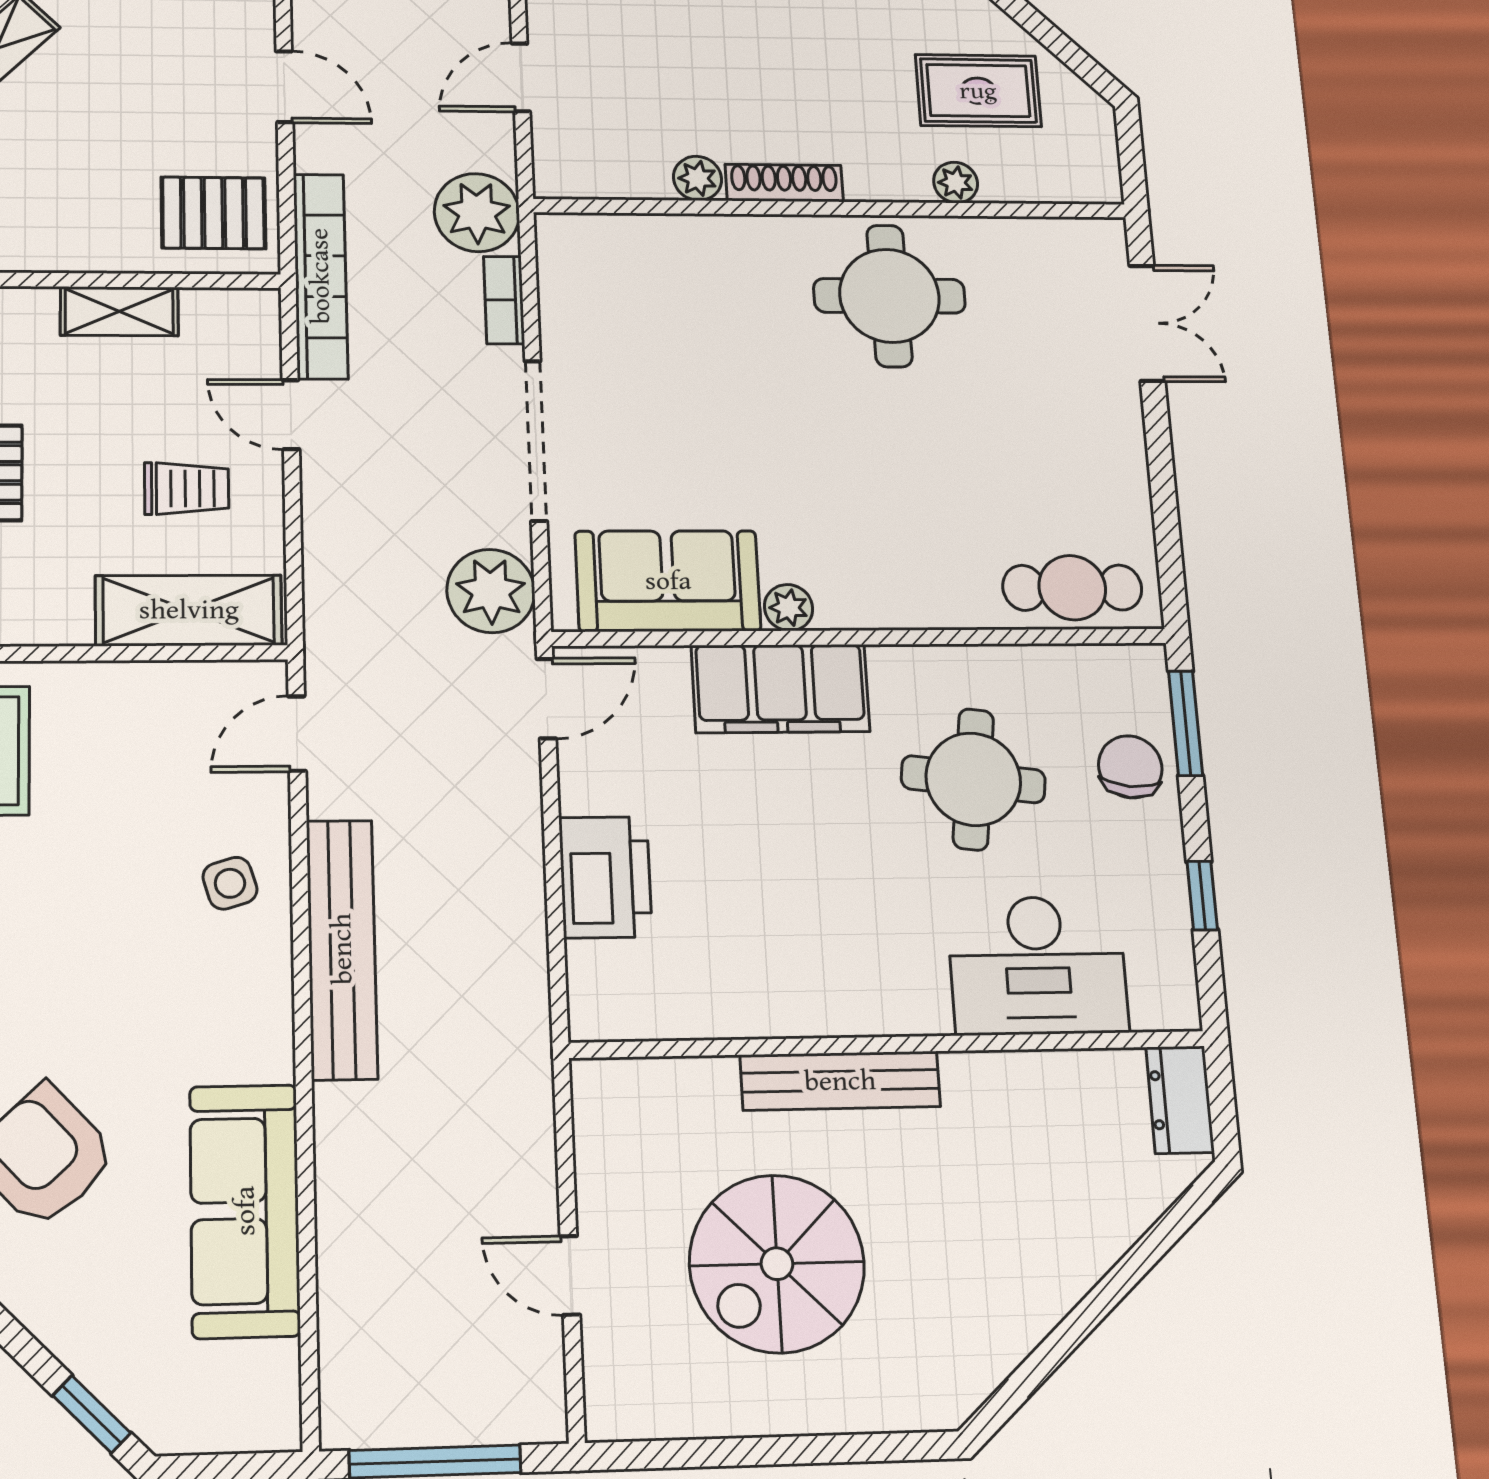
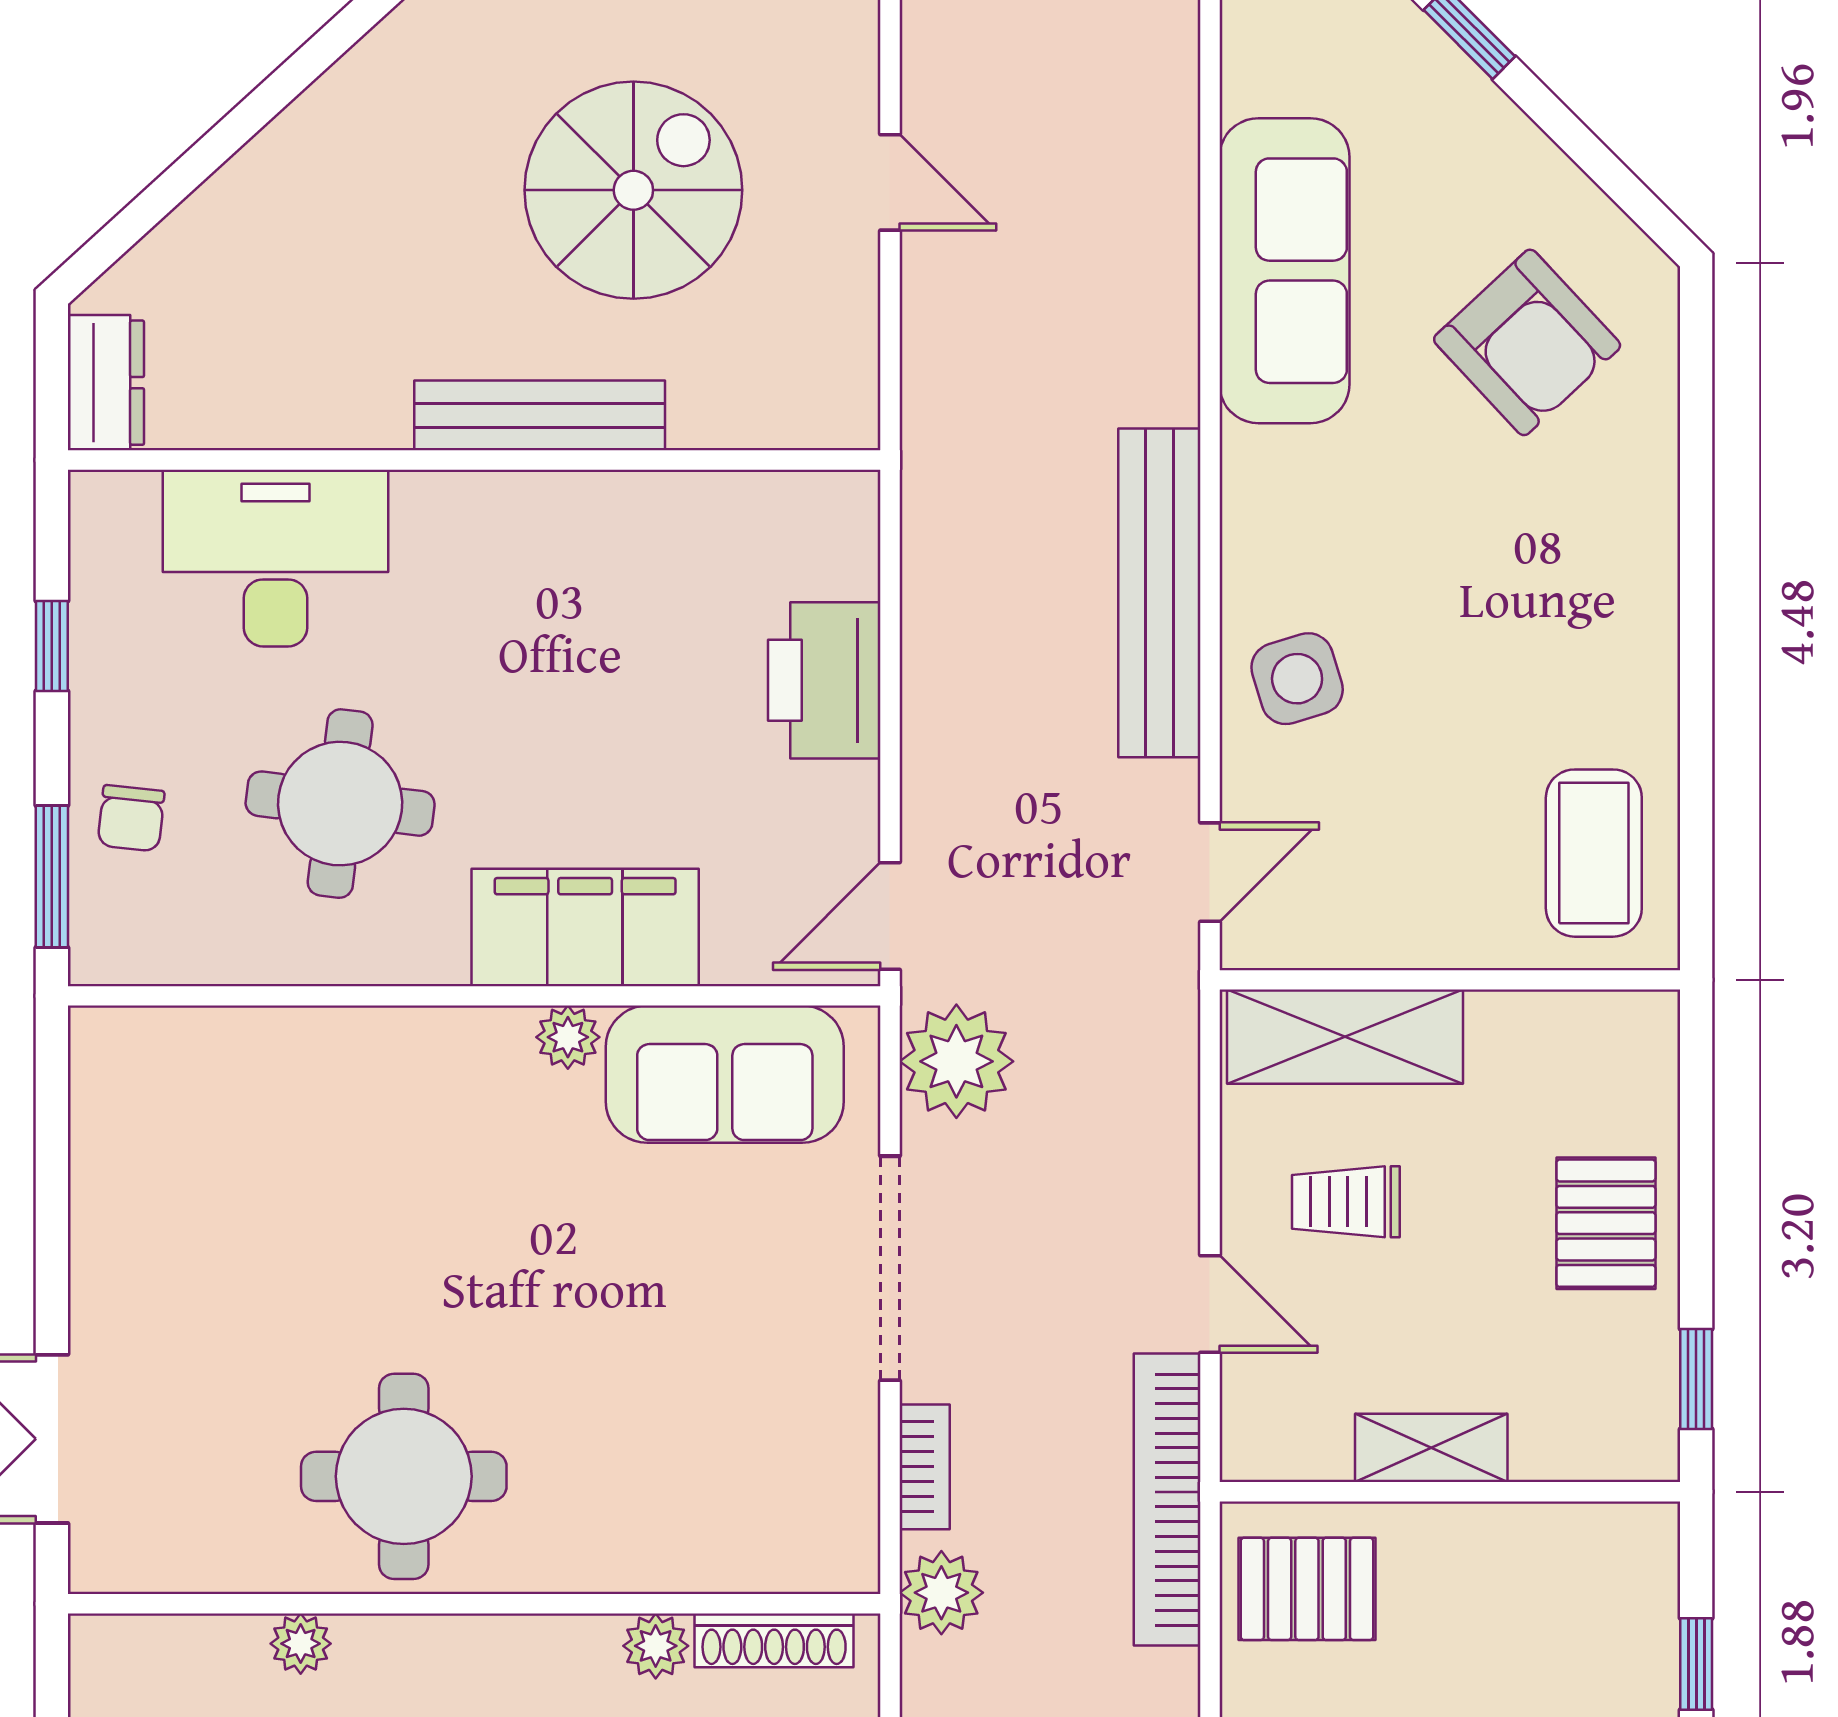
shoe rack: (784, 183) -> (774, 1640), moved
plant: (477, 213) -> (941, 1593), width x0.73, depth x0.73
cafe table: (1072, 588) -> (187, 1063), removed
chair: (1130, 767) -> (131, 818), width x0.73, depth x0.73
side table: (230, 883) -> (1297, 679), width x1.37, depth x1.37

